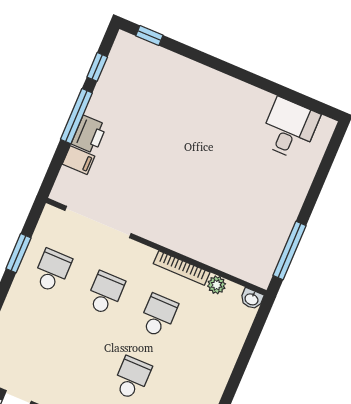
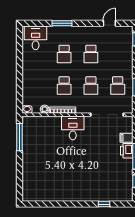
window: (149, 36) -> (104, 204), moved
desk: (289, 129) -> (73, 128), moved, turned 180
school desk: (79, 356) -> (91, 54), added

